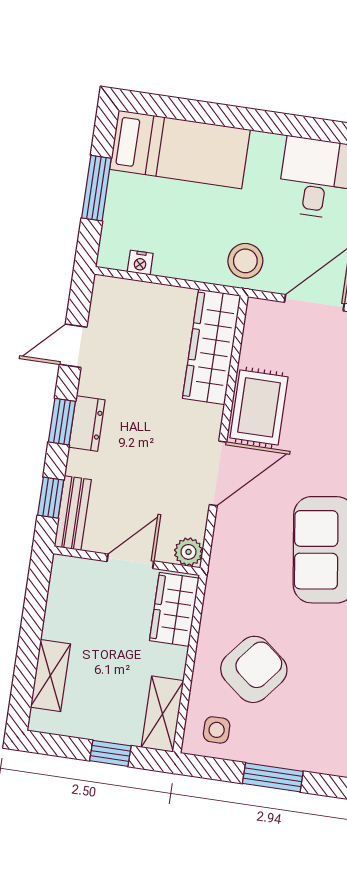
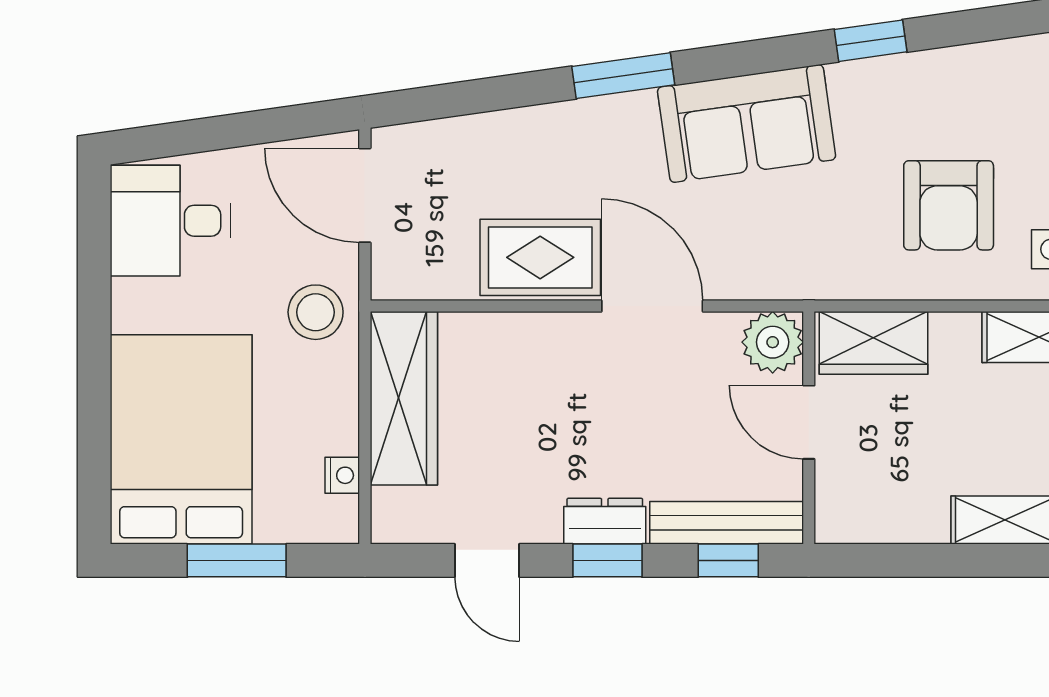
bed: (180, 150) -> (181, 439), width x1.50
wardrobe: (212, 347) -> (404, 398), moved, turned -90
bench: (73, 513) -> (727, 523), width x1.36
plant: (189, 552) -> (773, 342), width x1.38, depth x1.38
armchair: (254, 669) -> (949, 205), turned -129

